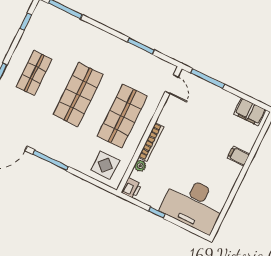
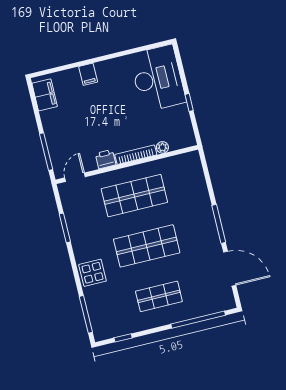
display table: (105, 165) -> (93, 273), moved
printer: (131, 188) -> (106, 159), moved

